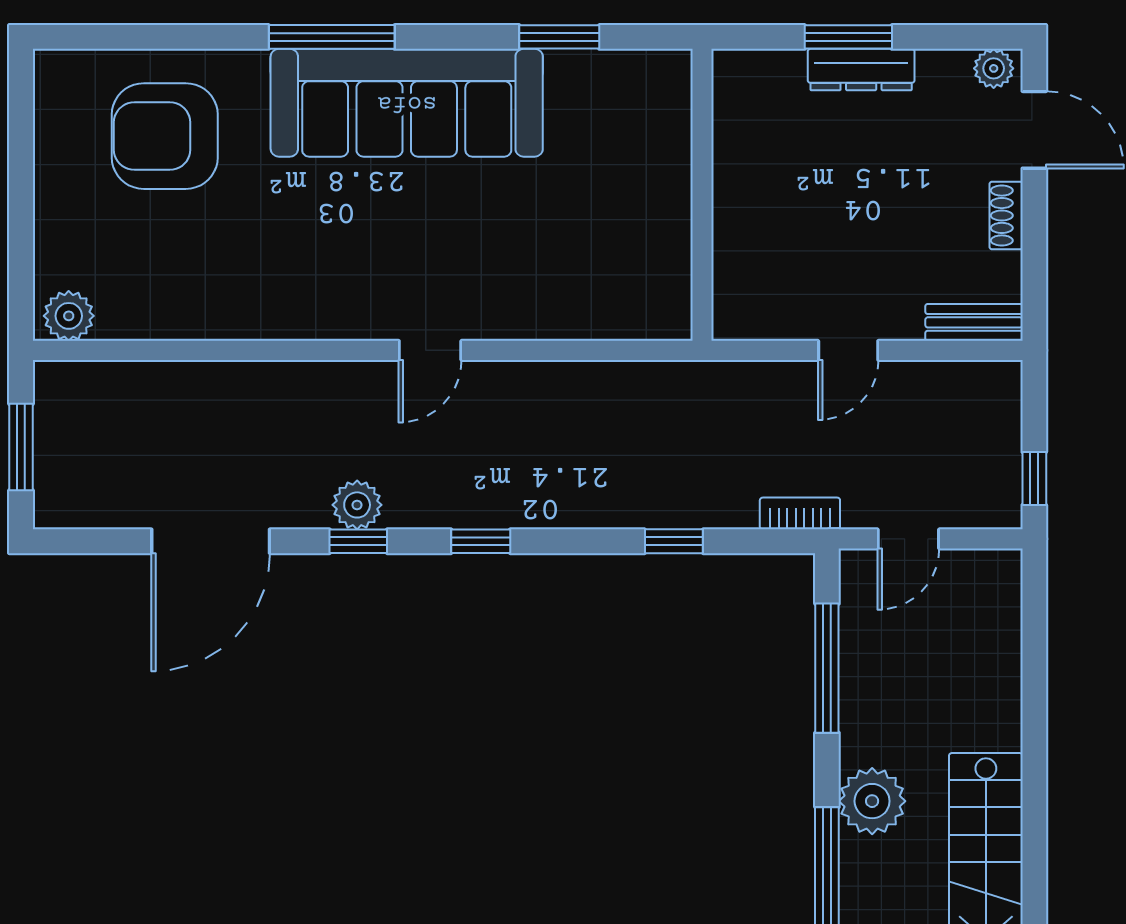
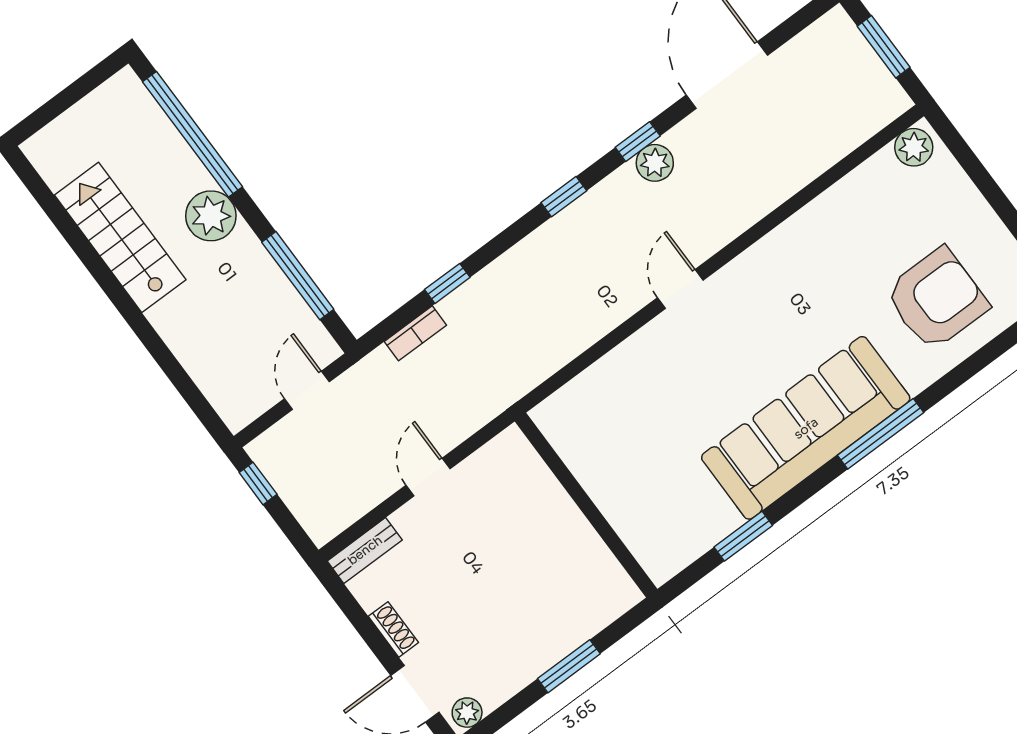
dresser: (861, 70) -> (546, 652), removed
bookcase: (800, 513) -> (415, 333), moved

